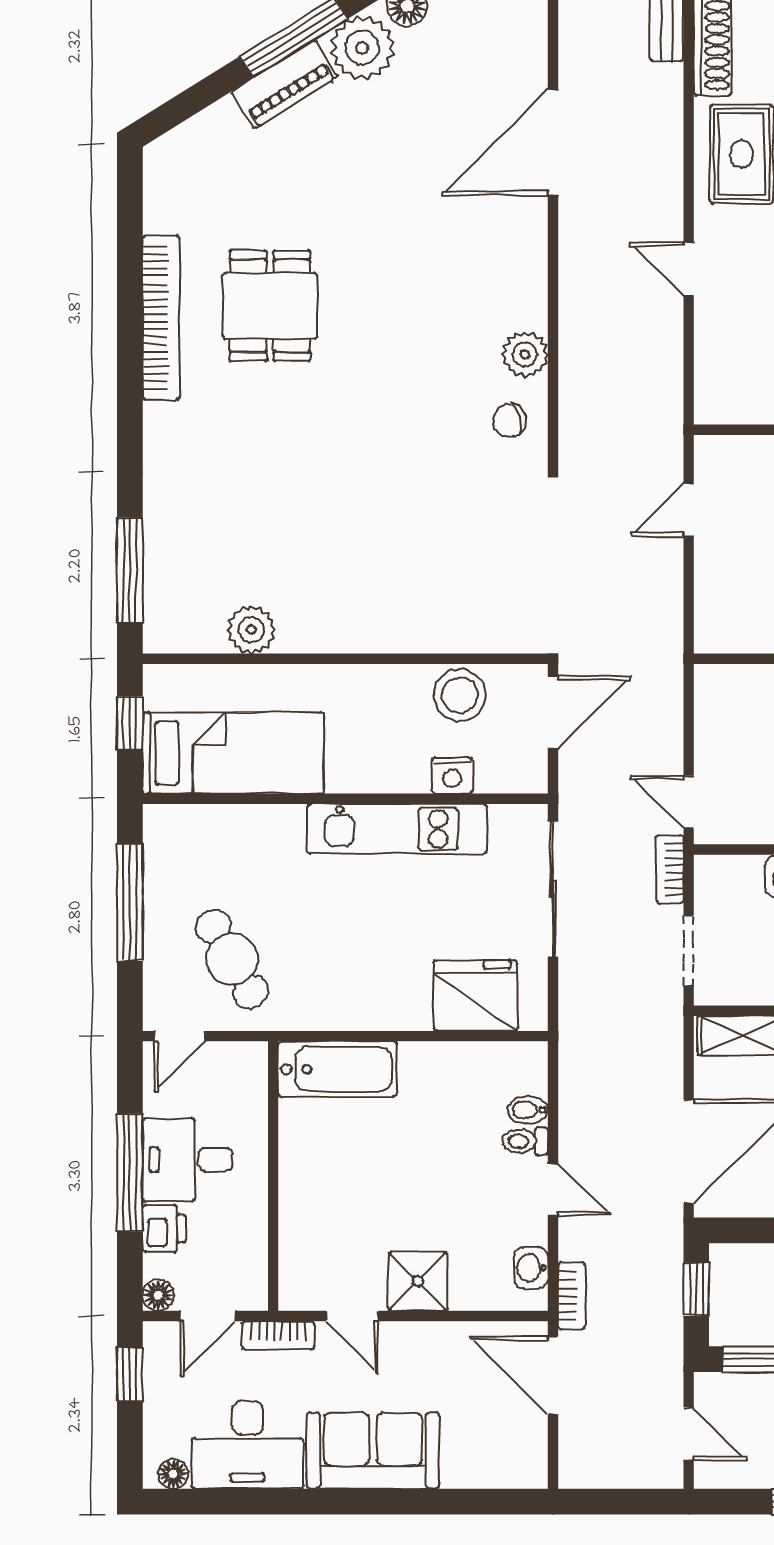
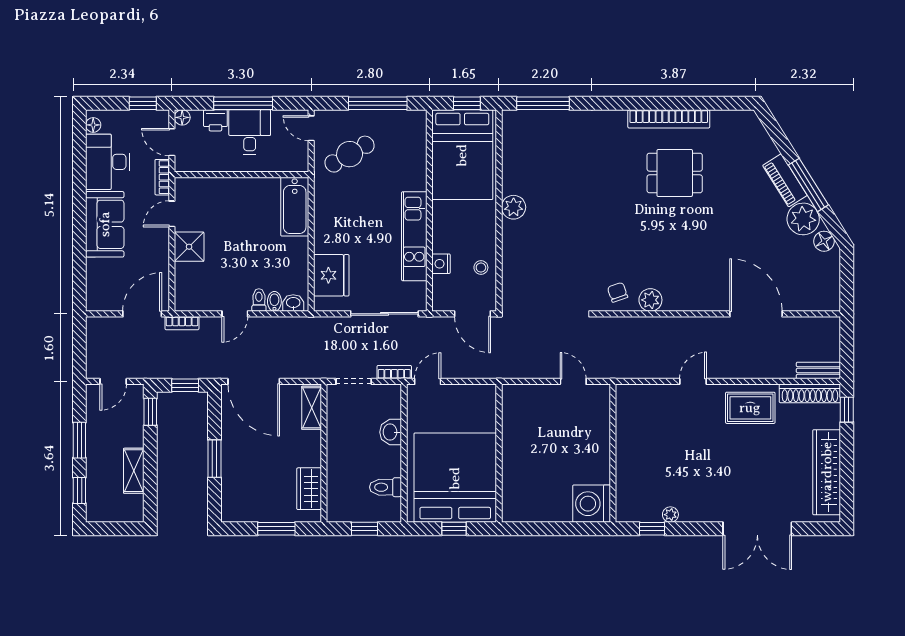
plant: (251, 630) -> (514, 207), moved
stool: (460, 695) -> (481, 268), width x0.53, depth x0.53
bed: (233, 753) -> (462, 155), width x1.50
washbasin: (531, 1268) -> (293, 303), moved

